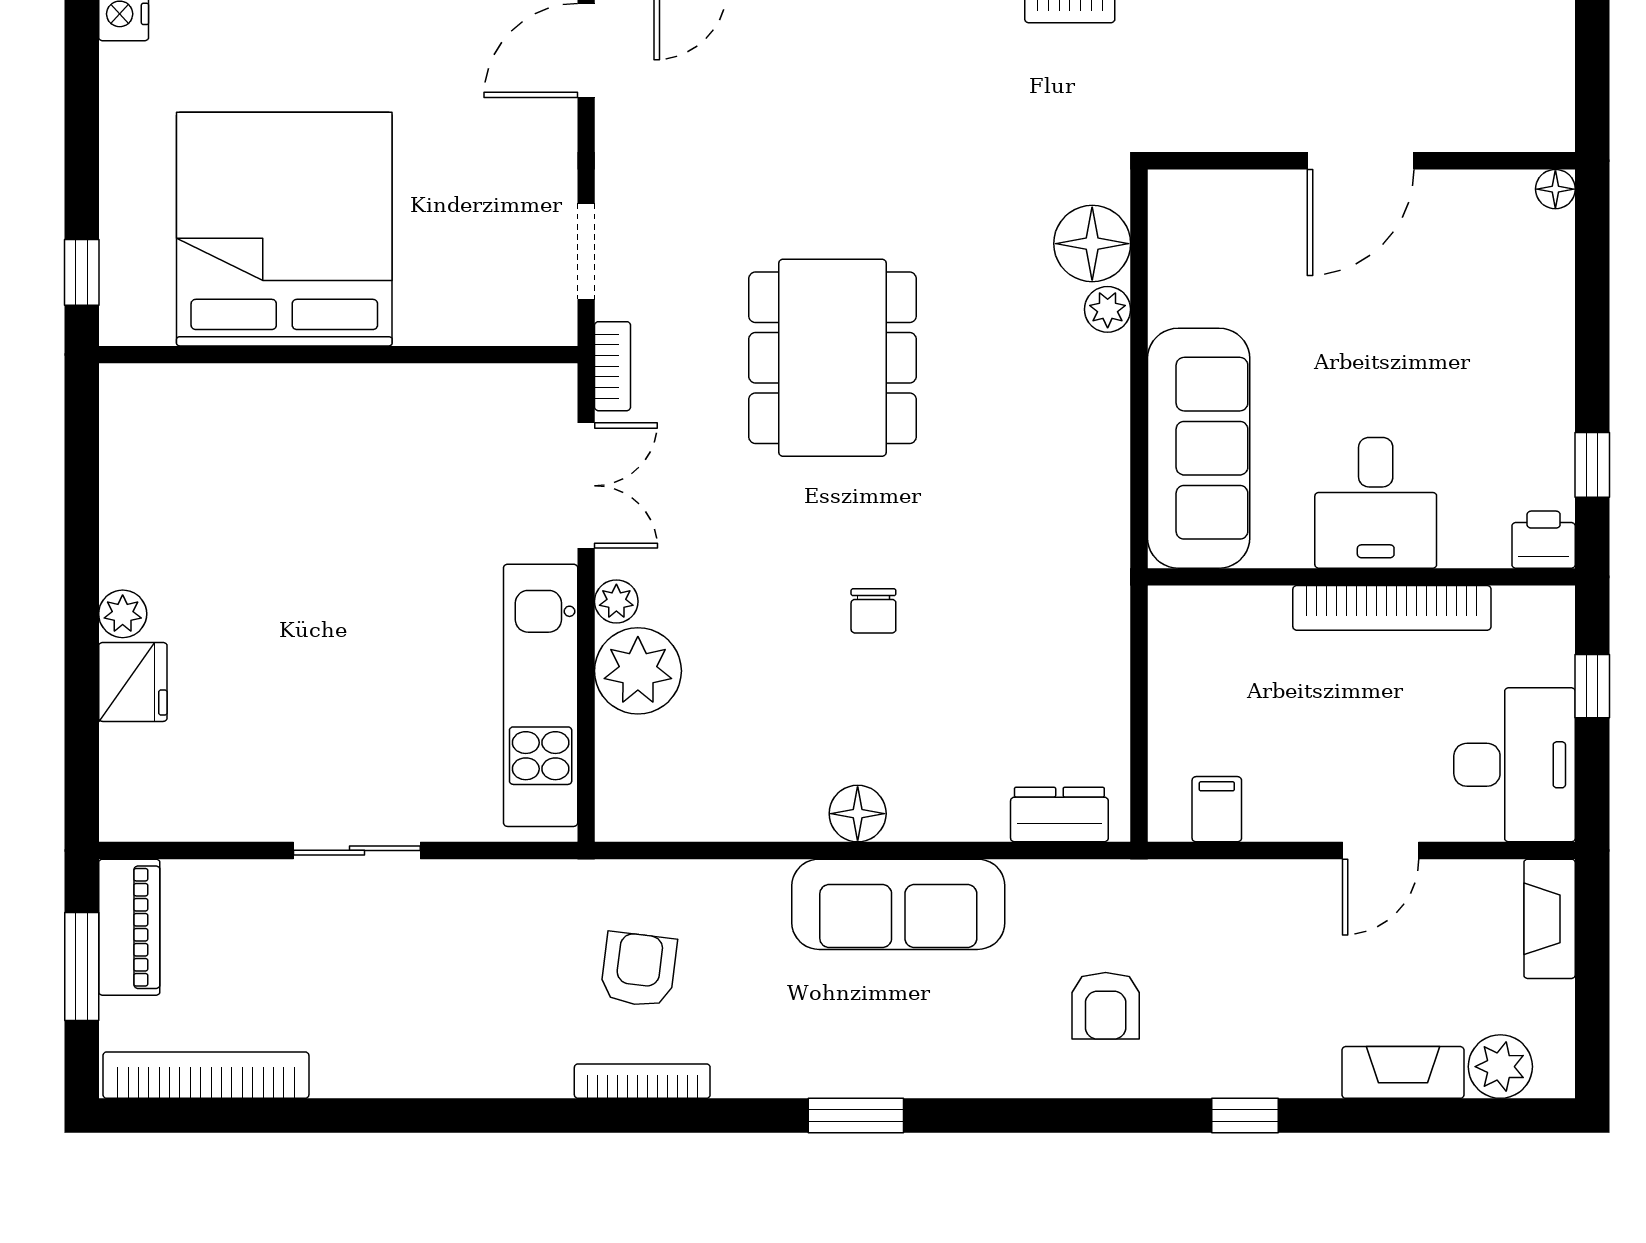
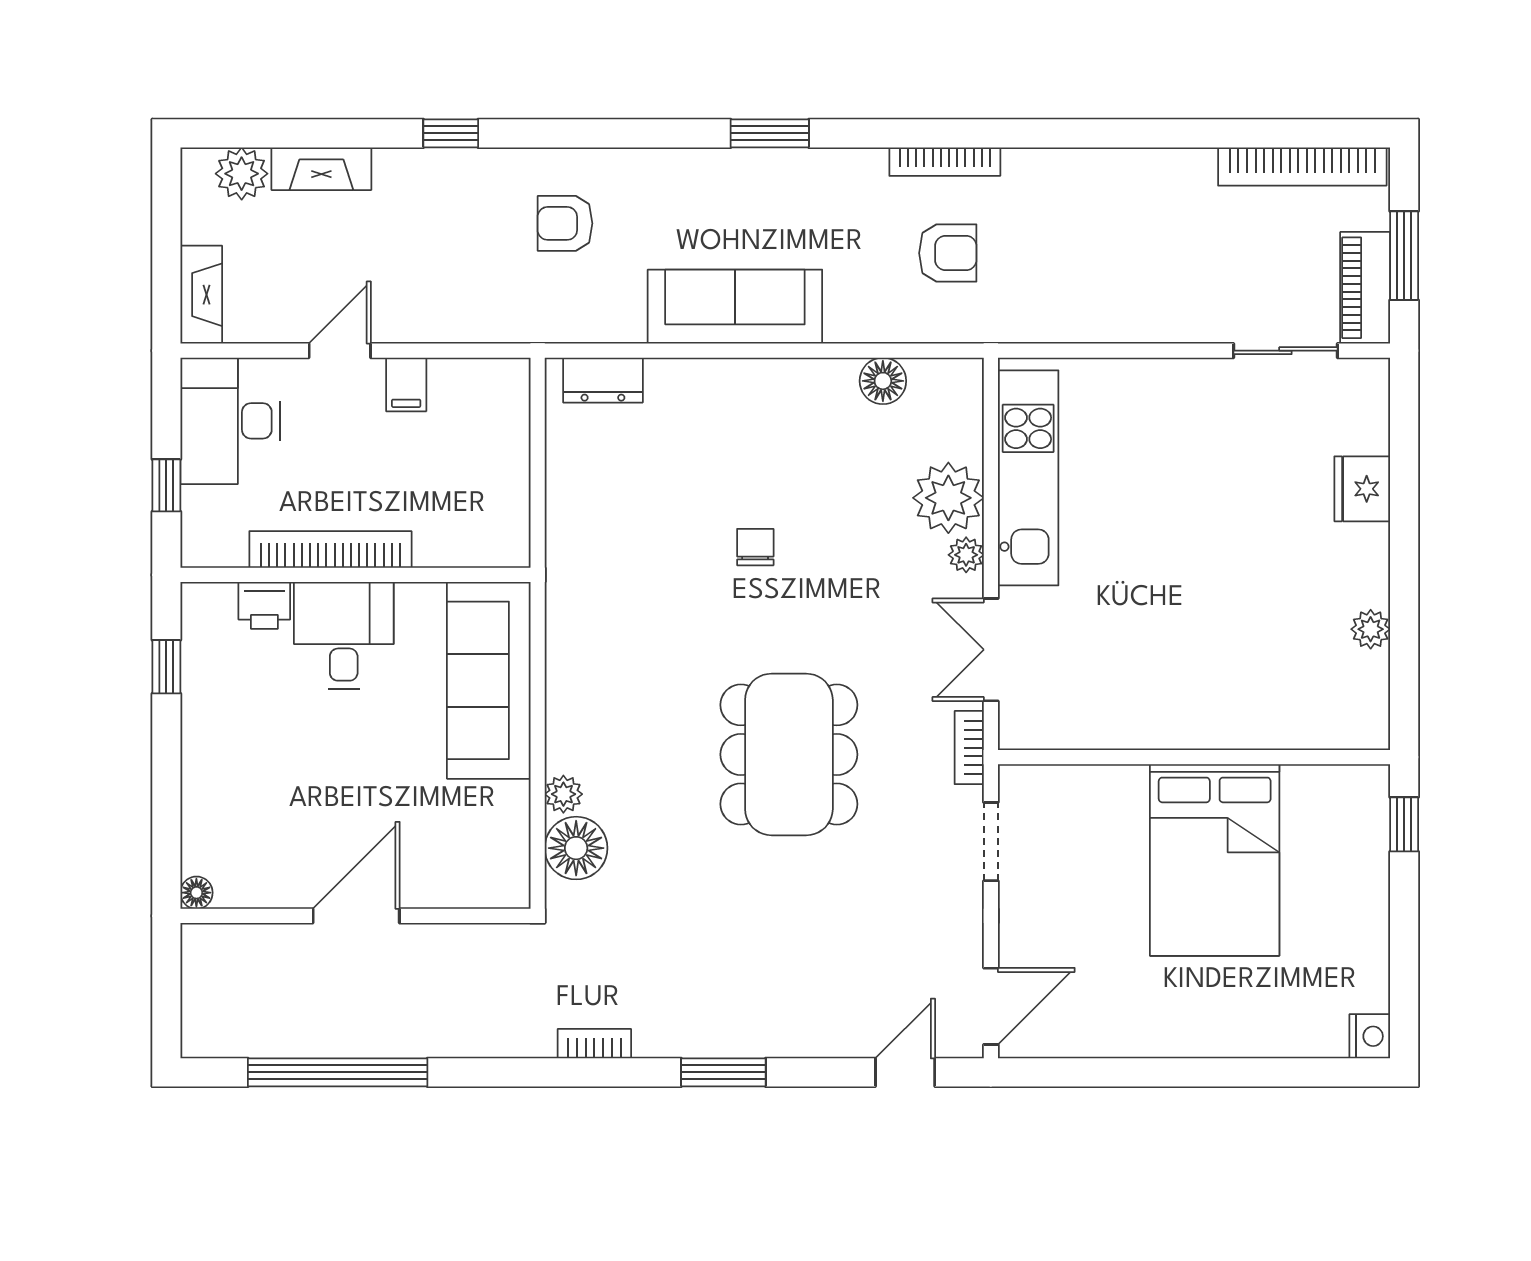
bed: (284, 229) -> (1215, 860), width x0.73
printer: (1544, 540) -> (264, 605), moved
plant: (123, 614) -> (1371, 629), moved
filing cabinet: (1217, 809) -> (406, 384), moved
floor lamp: (858, 814) -> (883, 381), moved
sliding door: (357, 850) -> (1285, 351), moved
armchair: (639, 970) -> (948, 253), turned -97
armchair: (1106, 1006) -> (565, 223), turned -90

